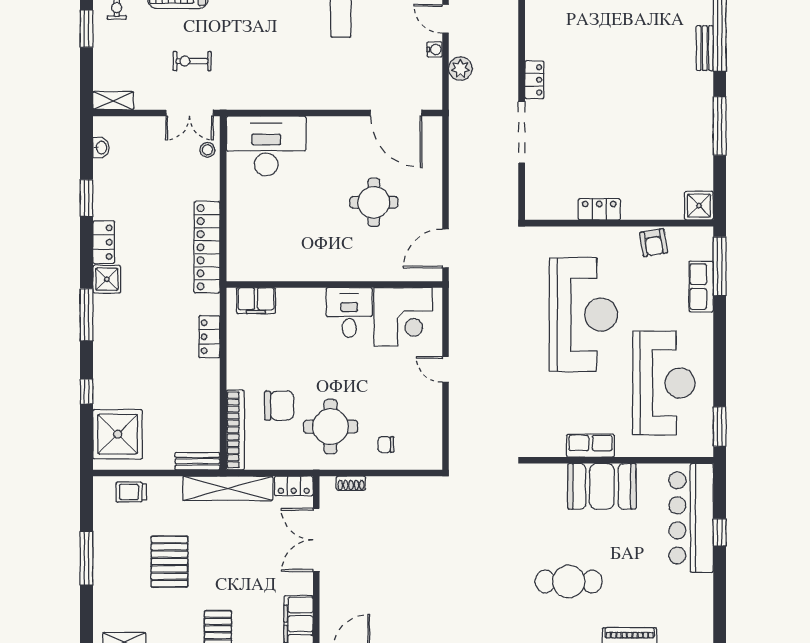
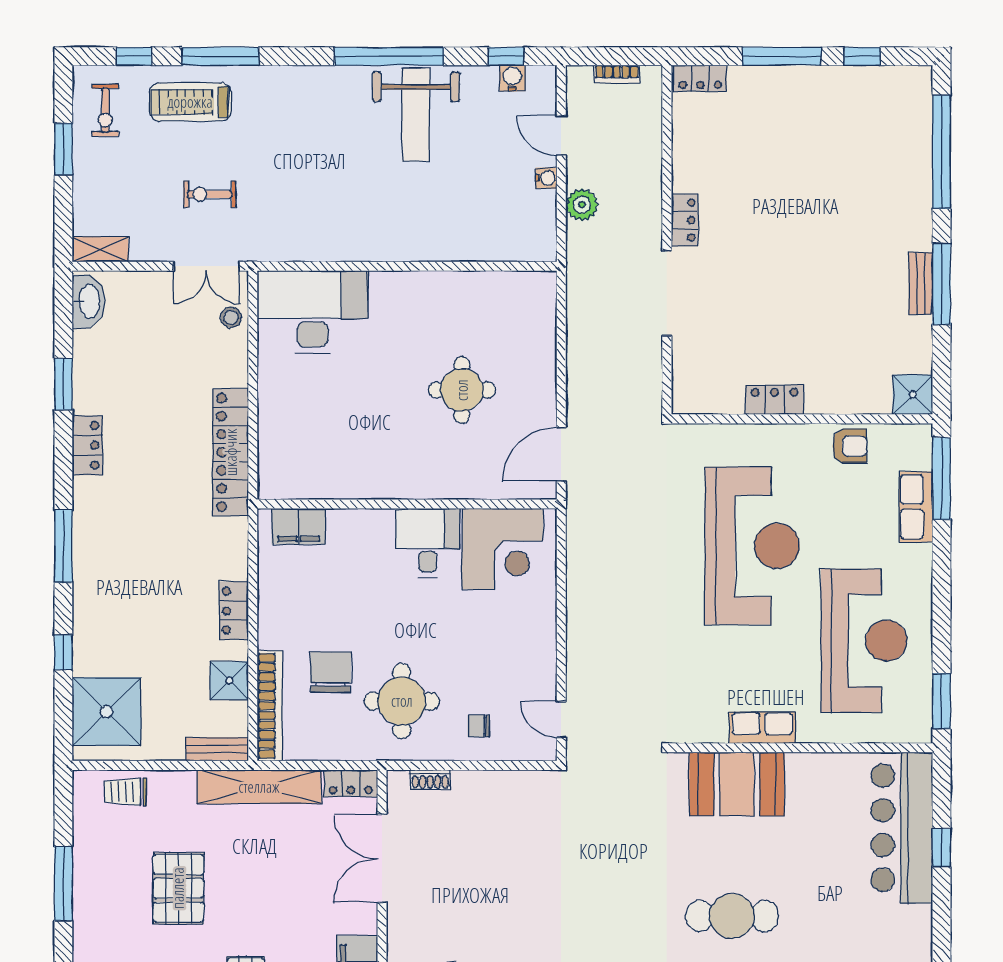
bench: (705, 48) -> (921, 283), moved
door: (396, 113) -> (493, 266), removed
washbasin: (101, 148) -> (89, 301), width x1.91, depth x1.45
armchair: (654, 243) -> (850, 446), turned -81
shower: (107, 279) -> (229, 681), moved
locker: (209, 337) -> (234, 611), moved
door: (445, 369) -> (561, 719), moved
chair: (279, 406) -> (331, 672), turned -90
booth: (602, 486) -> (737, 784), moved

